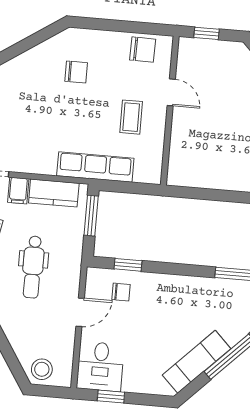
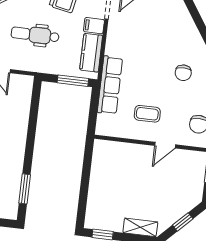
window: (128, 265) -> (34, 108), removed
chair: (121, 292) -> (14, 102), removed

